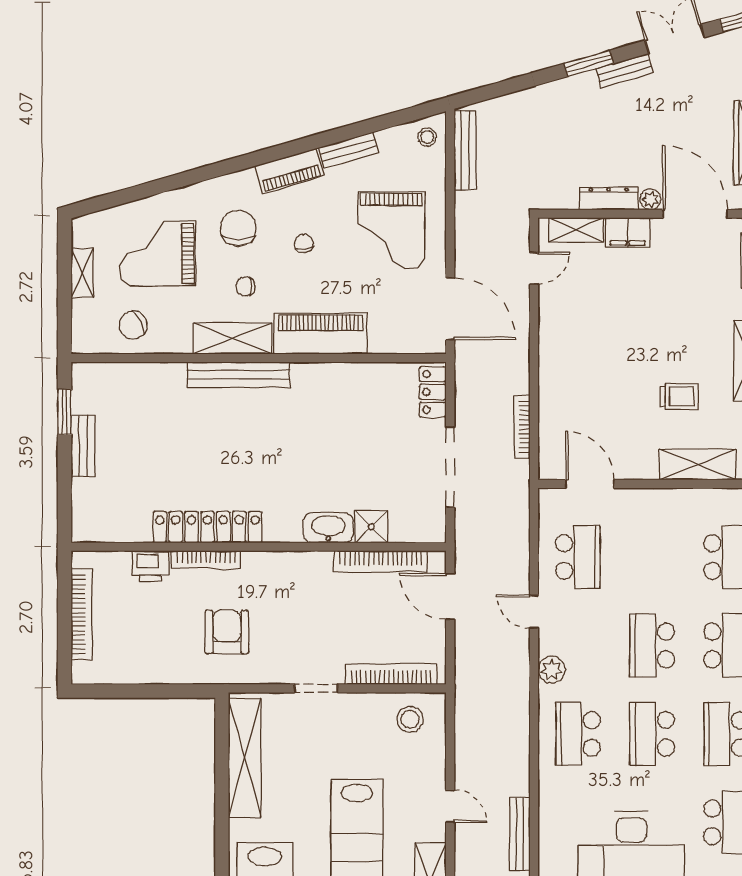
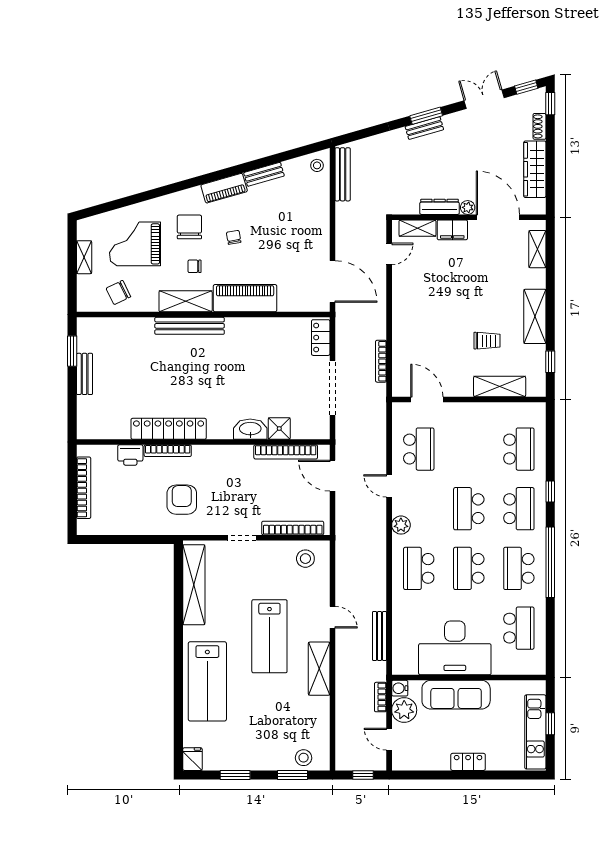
bench: (624, 71) -> (424, 128), moved
grand piano: (391, 230) -> (293, 228), removed

